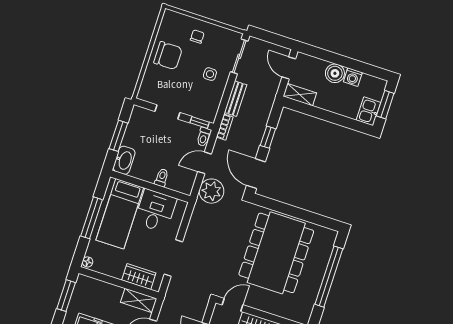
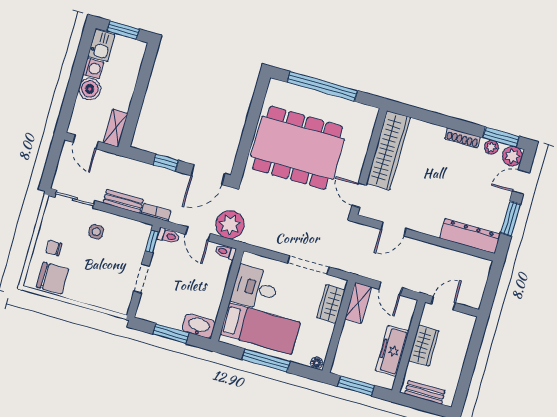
chair: (168, 56) -> (53, 278), moved, turned 90
door: (289, 68) -> (86, 142), hinge flipped
kitchen sink: (369, 111) -> (101, 45), moved, turned -90
toilet: (162, 178) -> (225, 252), moved

